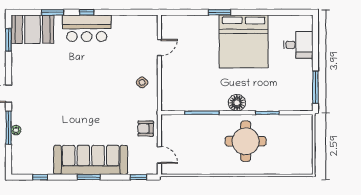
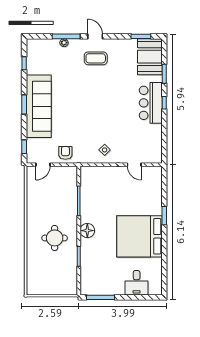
coffee table: (34, 93) -> (96, 58), added
round table: (246, 141) -> (55, 238), width x0.73, depth x0.73

